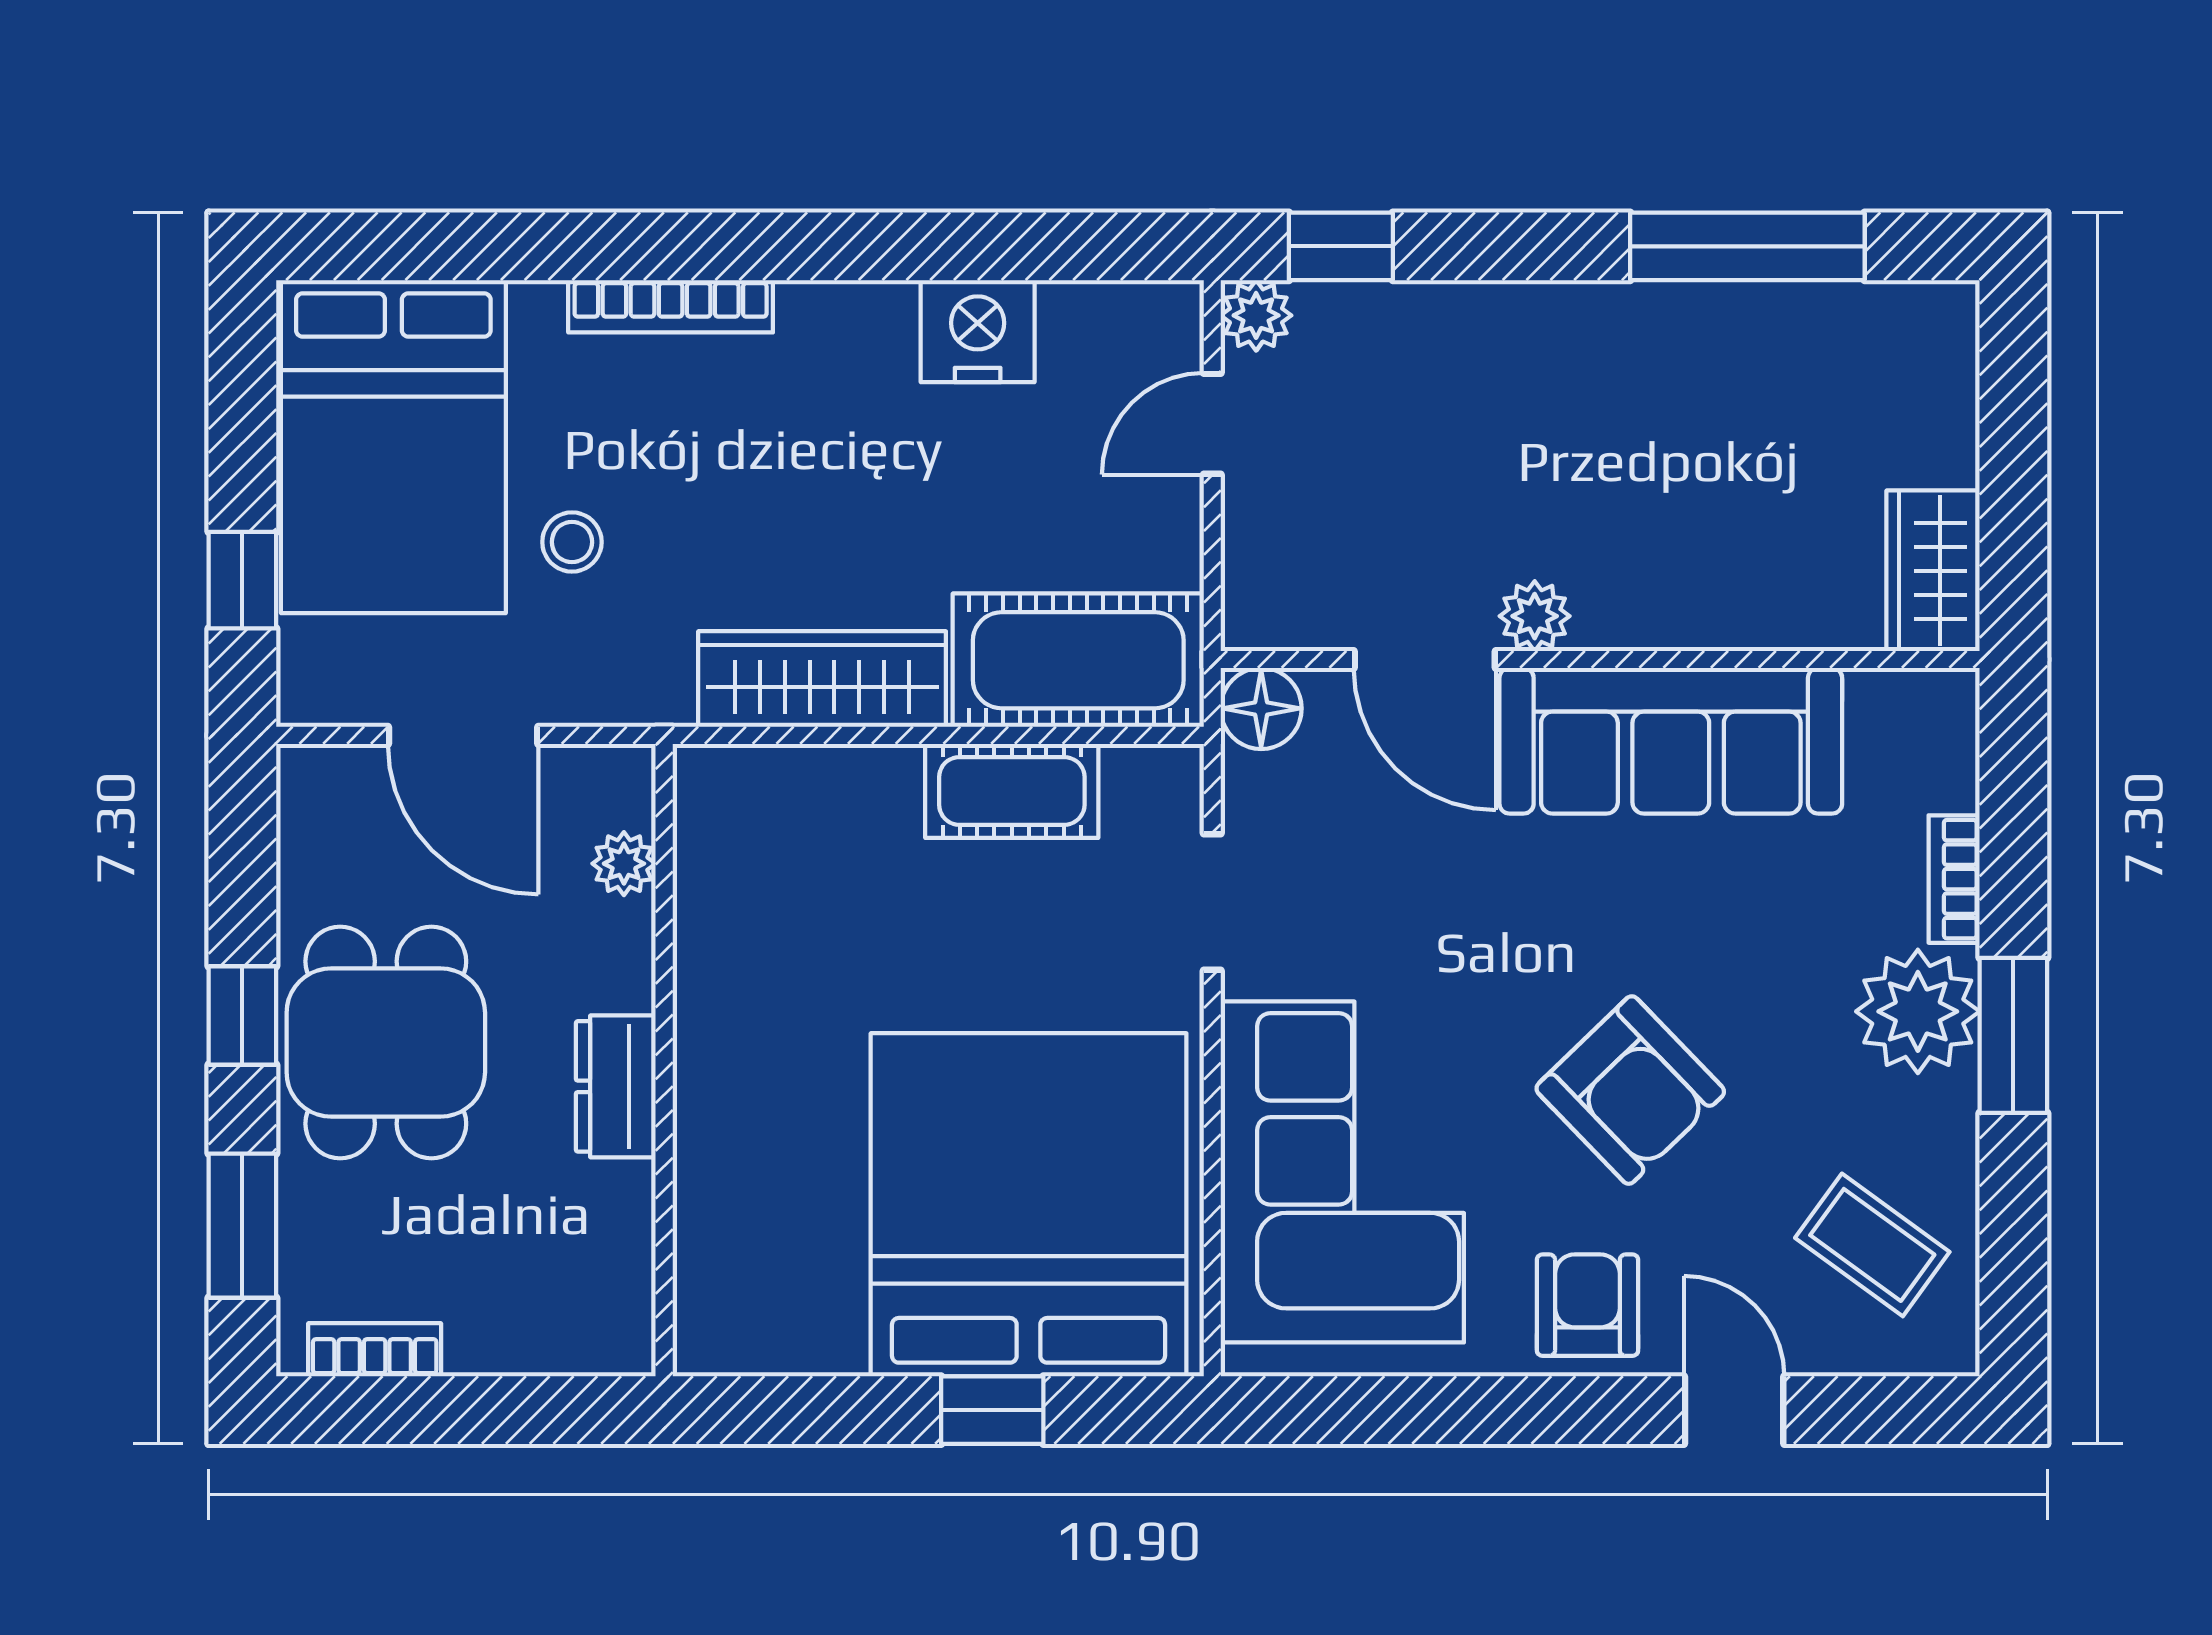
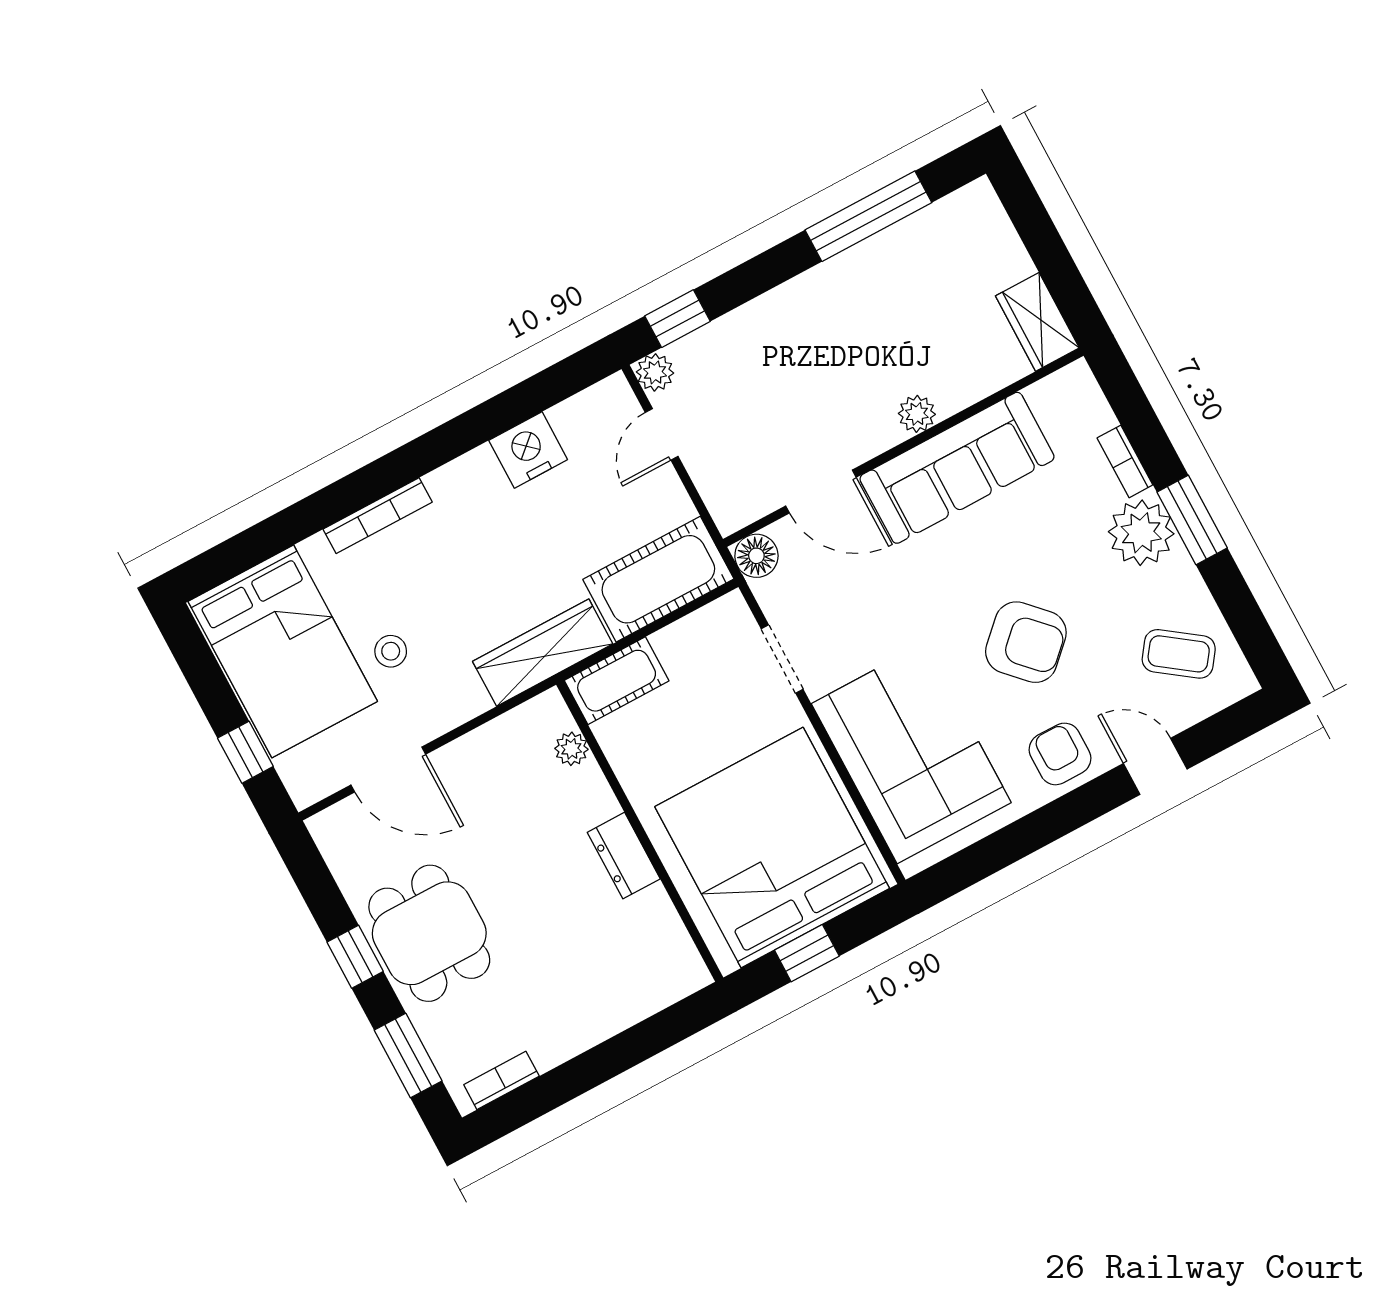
plant: (1535, 616) -> (917, 414), moved
cot: (1012, 791) -> (617, 681), moved
plant: (624, 864) -> (571, 749), moved
wall: (664, 1060) -> (640, 831), moved
dresser: (616, 1086) -> (624, 856), moved

